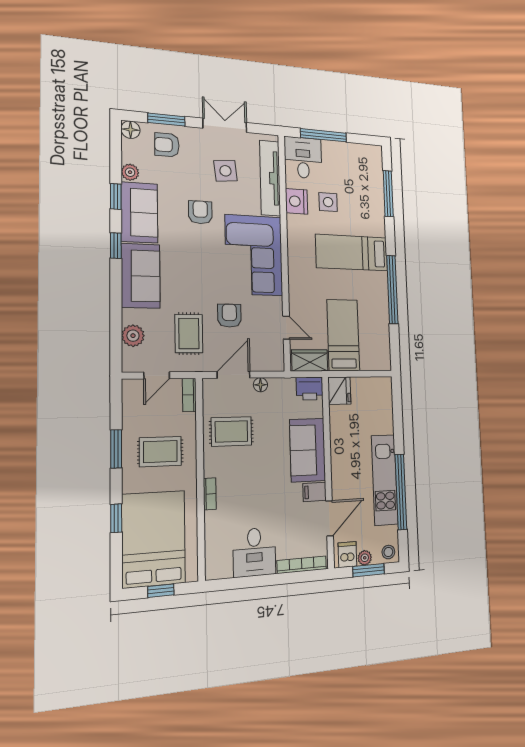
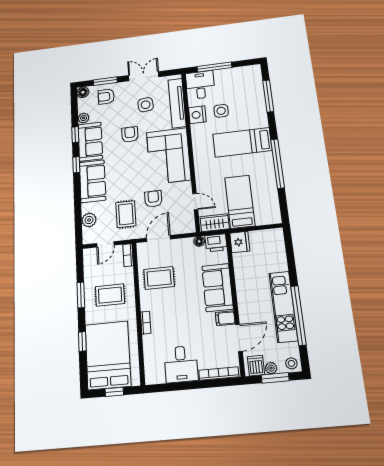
floor lamp: (260, 385) -> (199, 241), moved

